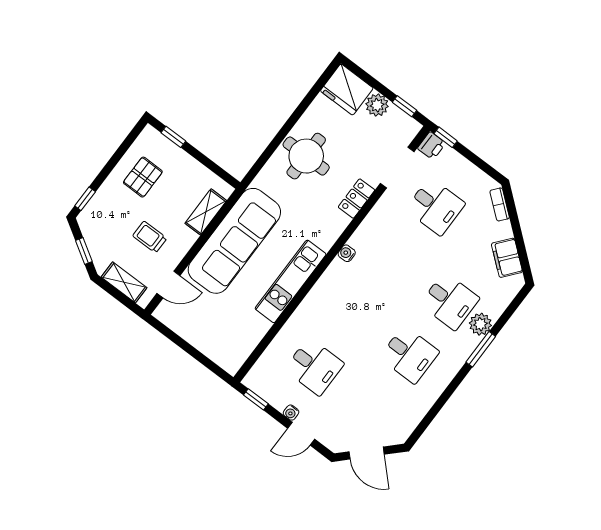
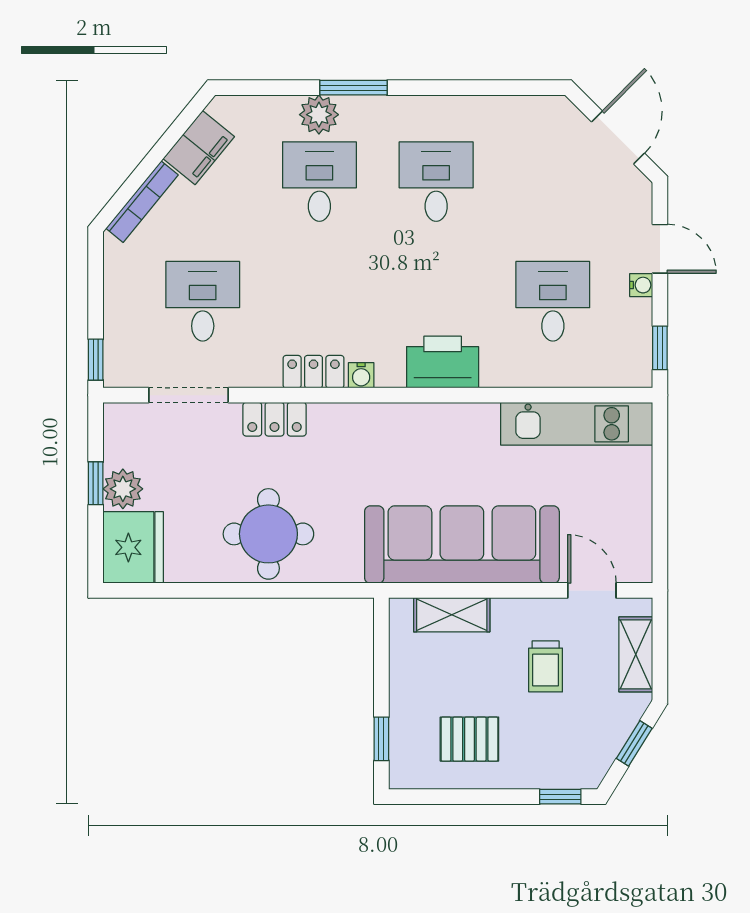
window: (404, 106) -> (96, 483), moved
printer: (432, 146) -> (443, 362), moved, width x1.87, depth x1.48
bookcase: (500, 204) -> (142, 202), width x1.56
locker: (365, 233) -> (314, 372), added
kitchen unit: (291, 281) -> (577, 424), moved

